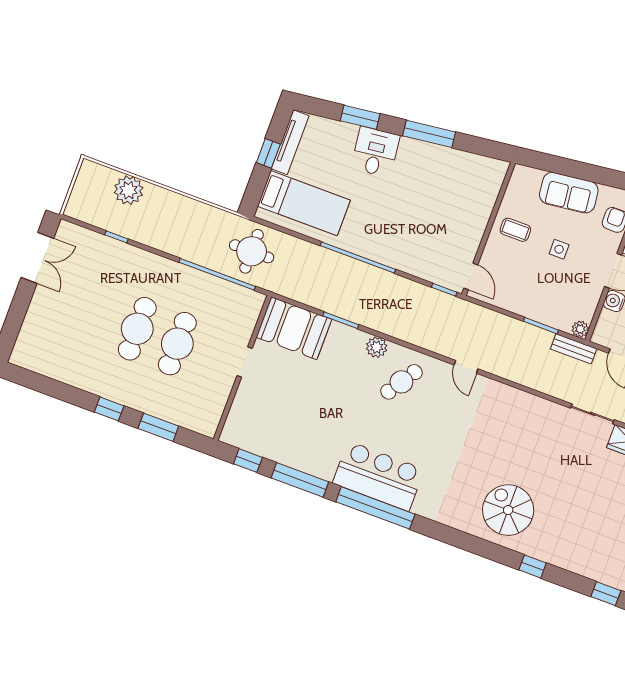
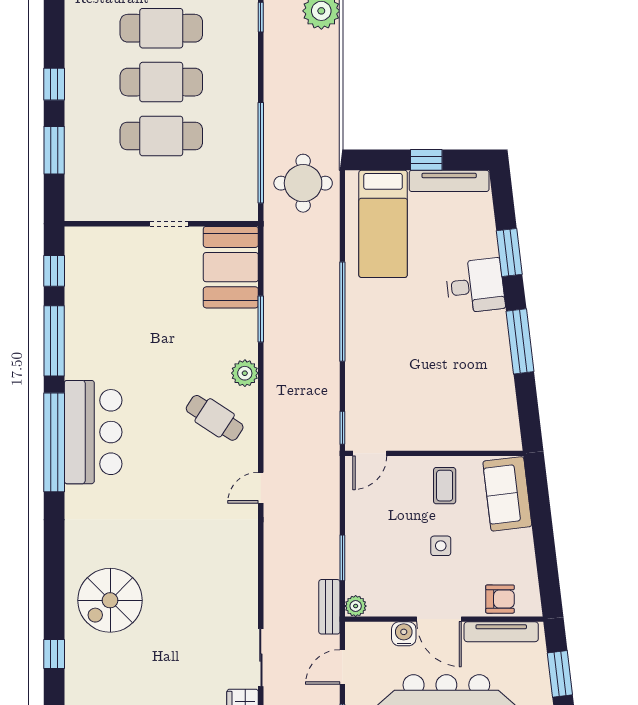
sofa: (569, 193) -> (507, 494), moved
cafe table: (97, 314) -> (161, 28), added
spiral stairs: (508, 510) -> (110, 600), turned 180

